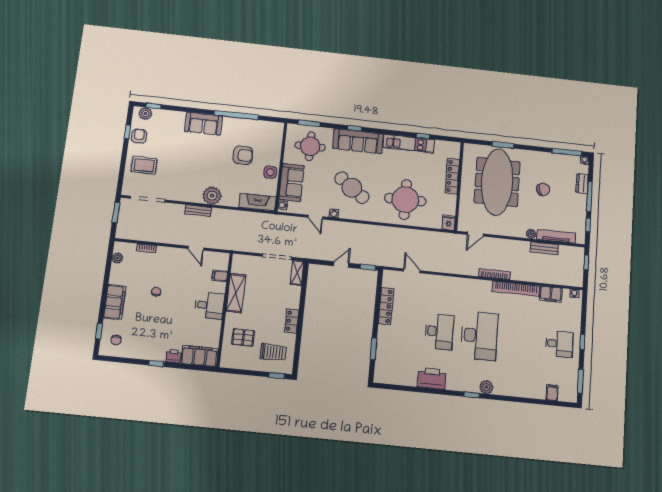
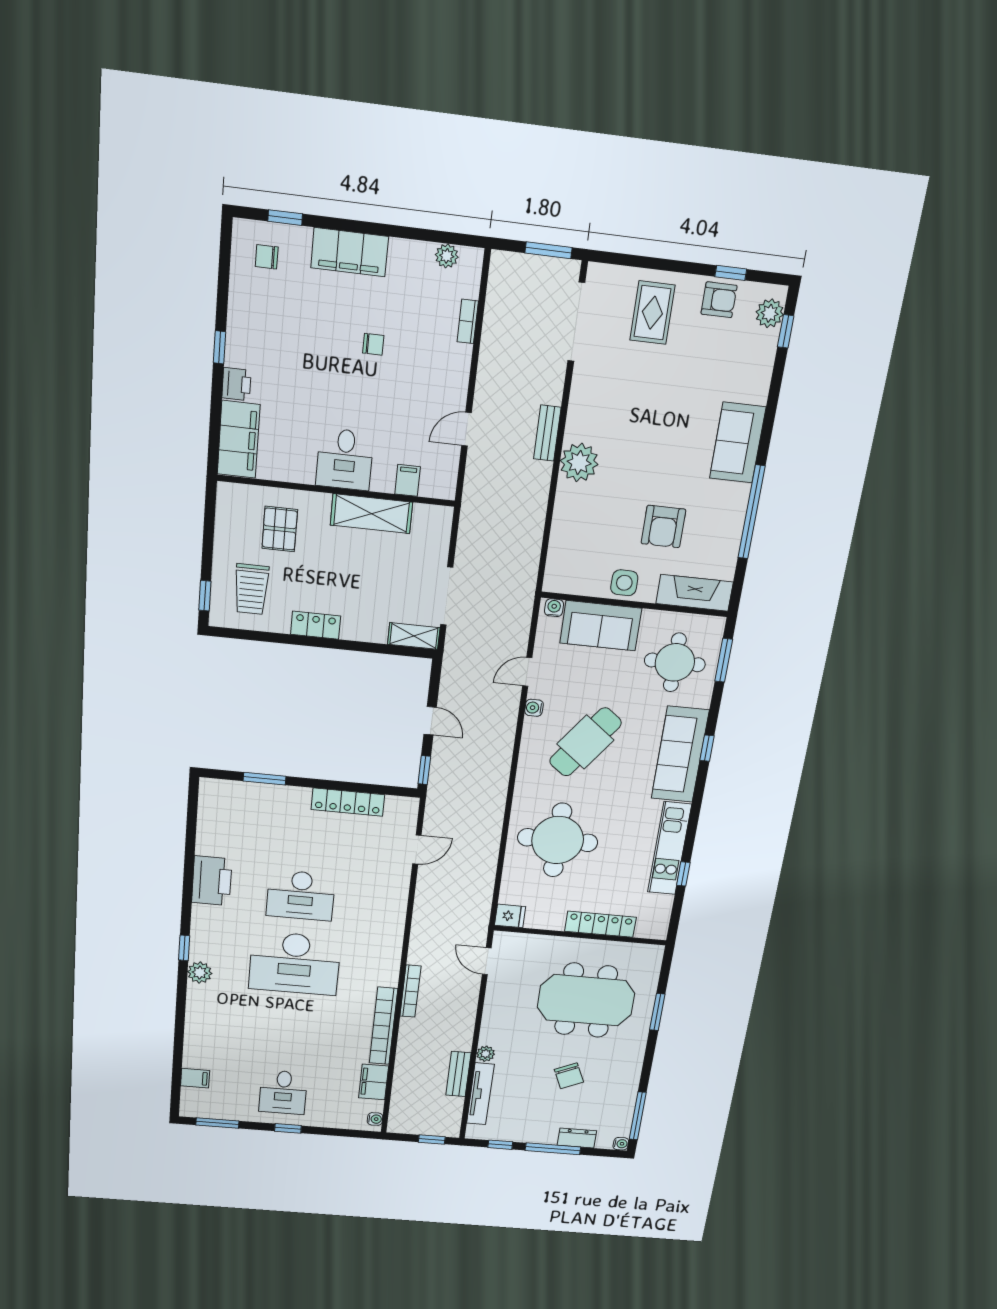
meeting table: (497, 182) -> (586, 1000), width x0.73
fireplace: (257, 202) -> (695, 593), moved, turned -90

